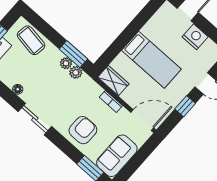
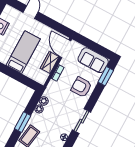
window: (73, 54) -> (23, 122), moved
wardrobe: (113, 81) -> (50, 62), moved
window: (185, 106) -> (49, 22), removed

